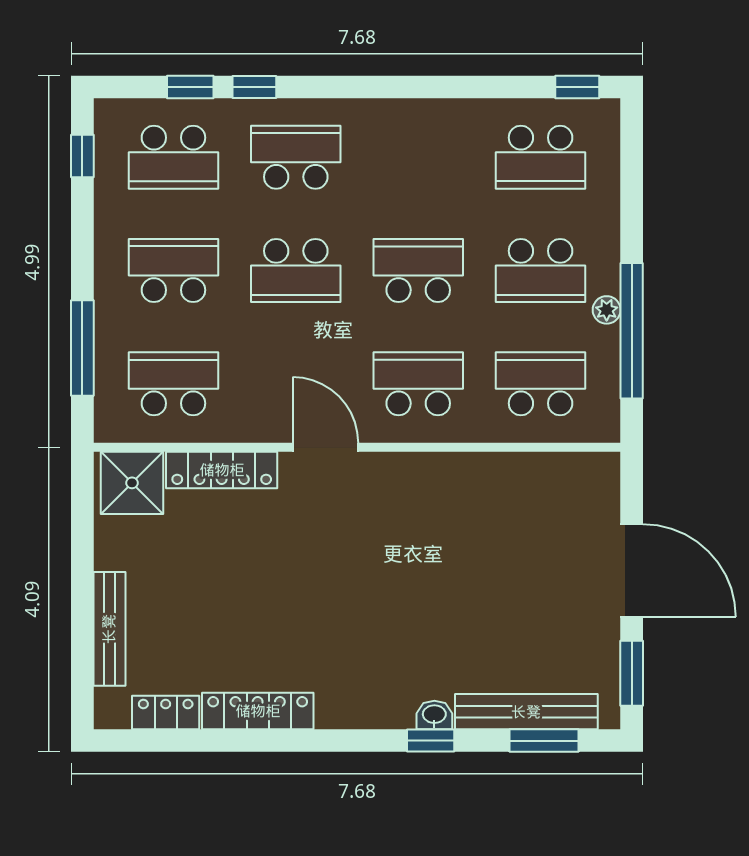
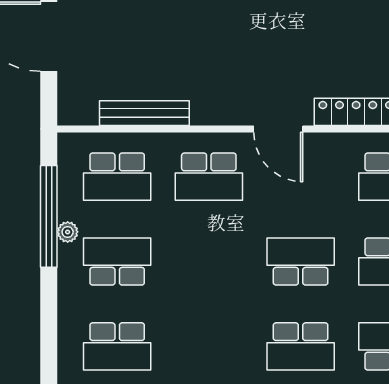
school desk: (541, 157) -> (117, 346), turned 180
school desk: (418, 270) -> (209, 262), removed
bench: (504, 468) -> (144, 113), added

